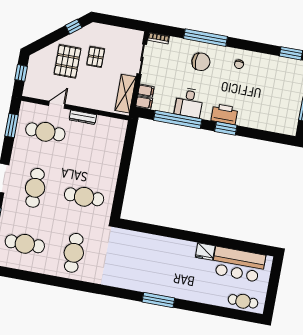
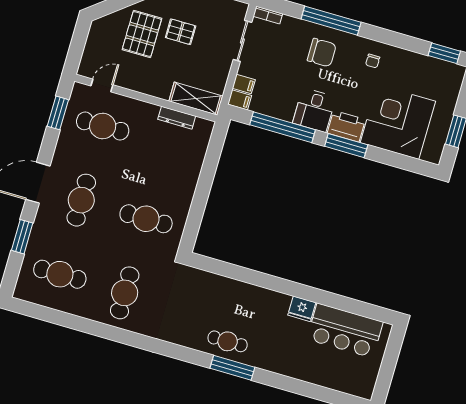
pallet: (96, 57) -> (181, 32), turned 90
window: (21, 73) -> (78, 43), removed
shelving: (125, 94) -> (196, 99), moved, turned 90
desk: (189, 103) -> (314, 110), moved
door: (57, 105) -> (102, 85), moved
corner desk: (262, 107) -> (398, 122), added
dresser: (83, 117) -> (177, 118), moved
window: (226, 128) -> (346, 146), width x1.44
cafe table: (243, 301) -> (228, 341), moved

